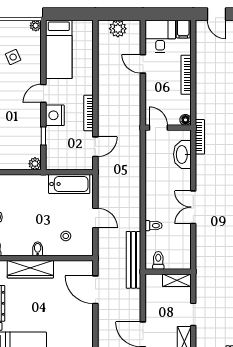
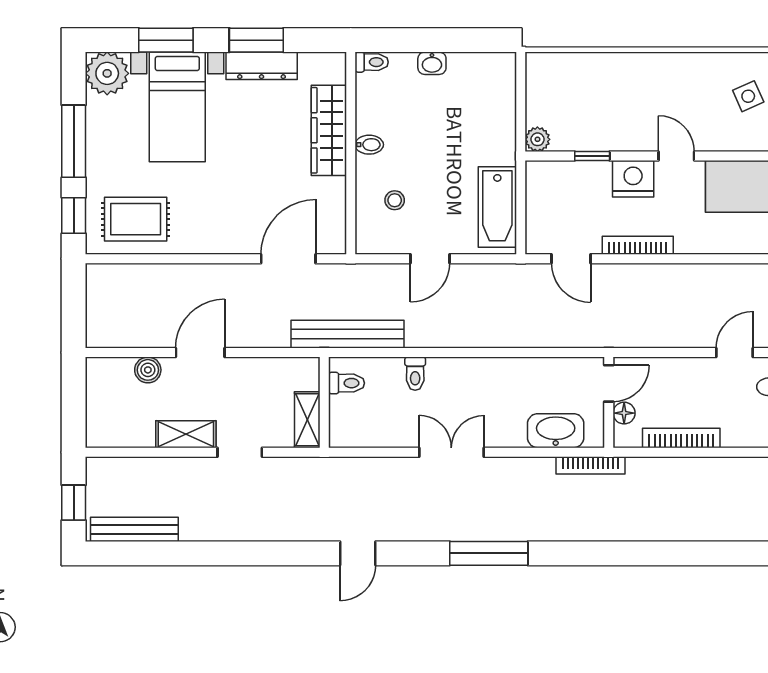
bookcase: (186, 75) -> (681, 438), moved
floor lamp: (185, 120) -> (624, 413), moved

